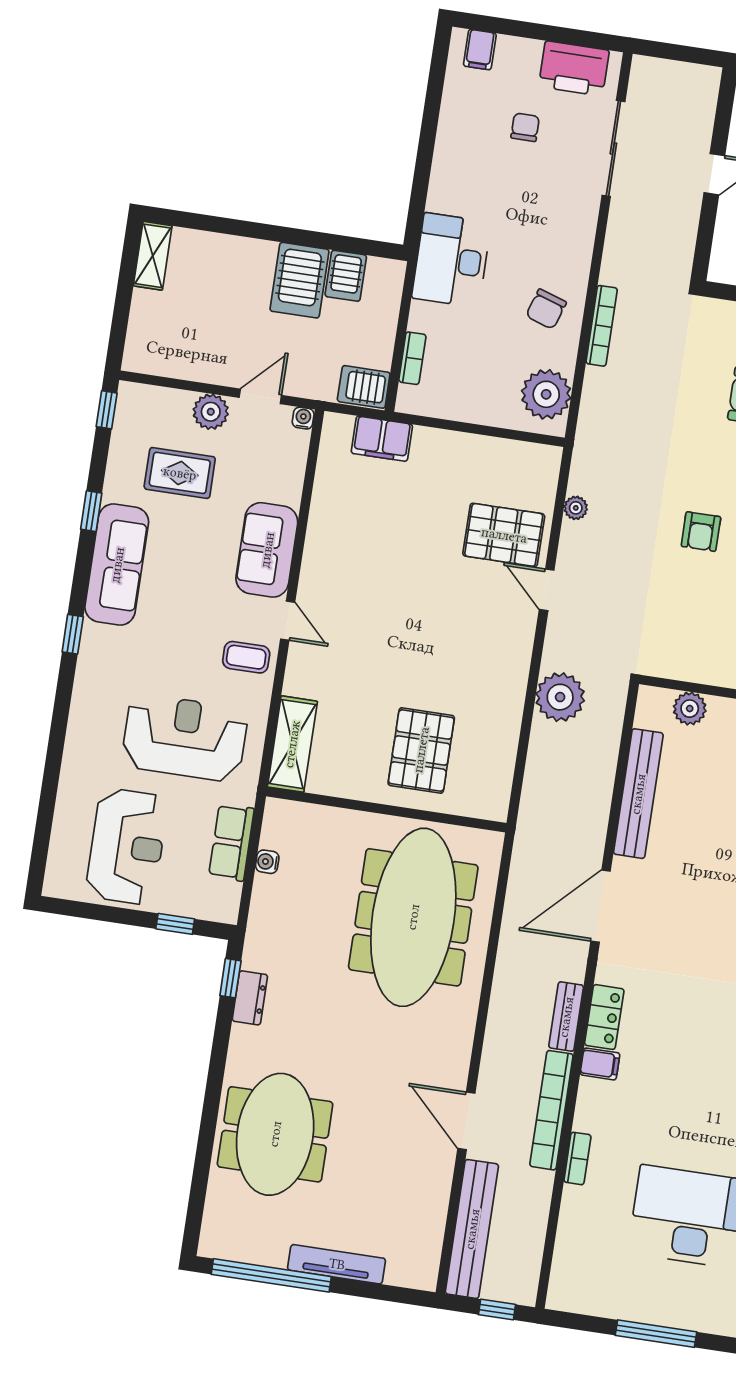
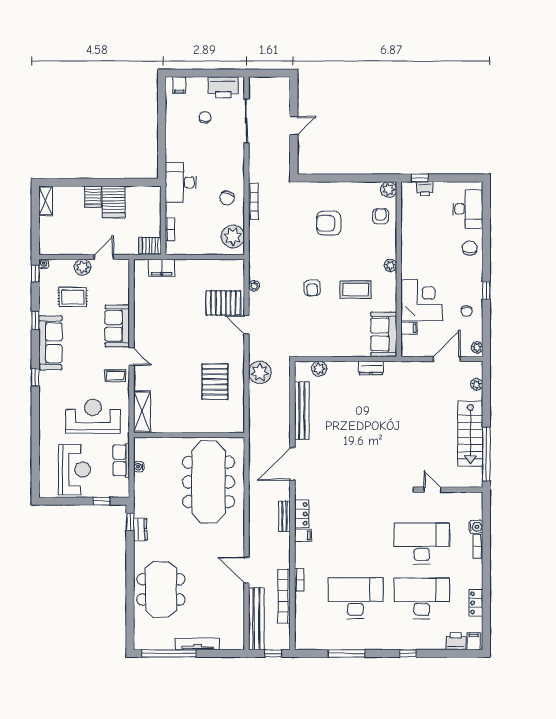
server rack: (346, 276) -> (93, 197), moved
water cooler: (303, 418) -> (44, 264), moved
pallet: (421, 750) -> (215, 382), moved
bookcase: (551, 1110) -> (284, 596), moved

